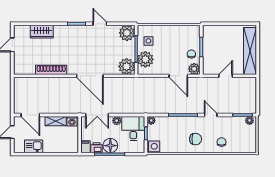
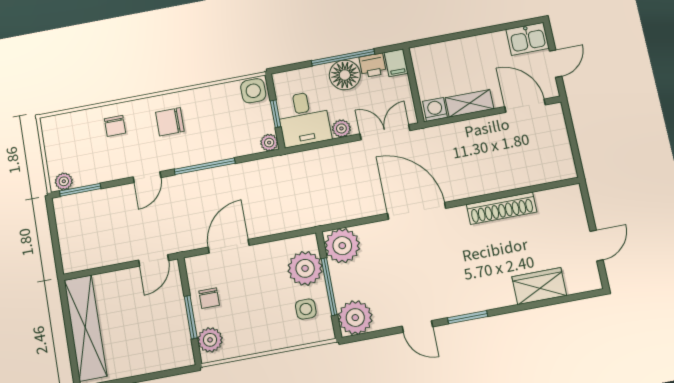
plant: (194, 69) -> (210, 340), moved
door: (178, 76) -> (229, 246), hinge flipped
door: (226, 76) -> (154, 260), moved
door: (211, 115) -> (147, 177), hinge flipped
kitchen sink: (34, 146) -> (528, 39), moved

